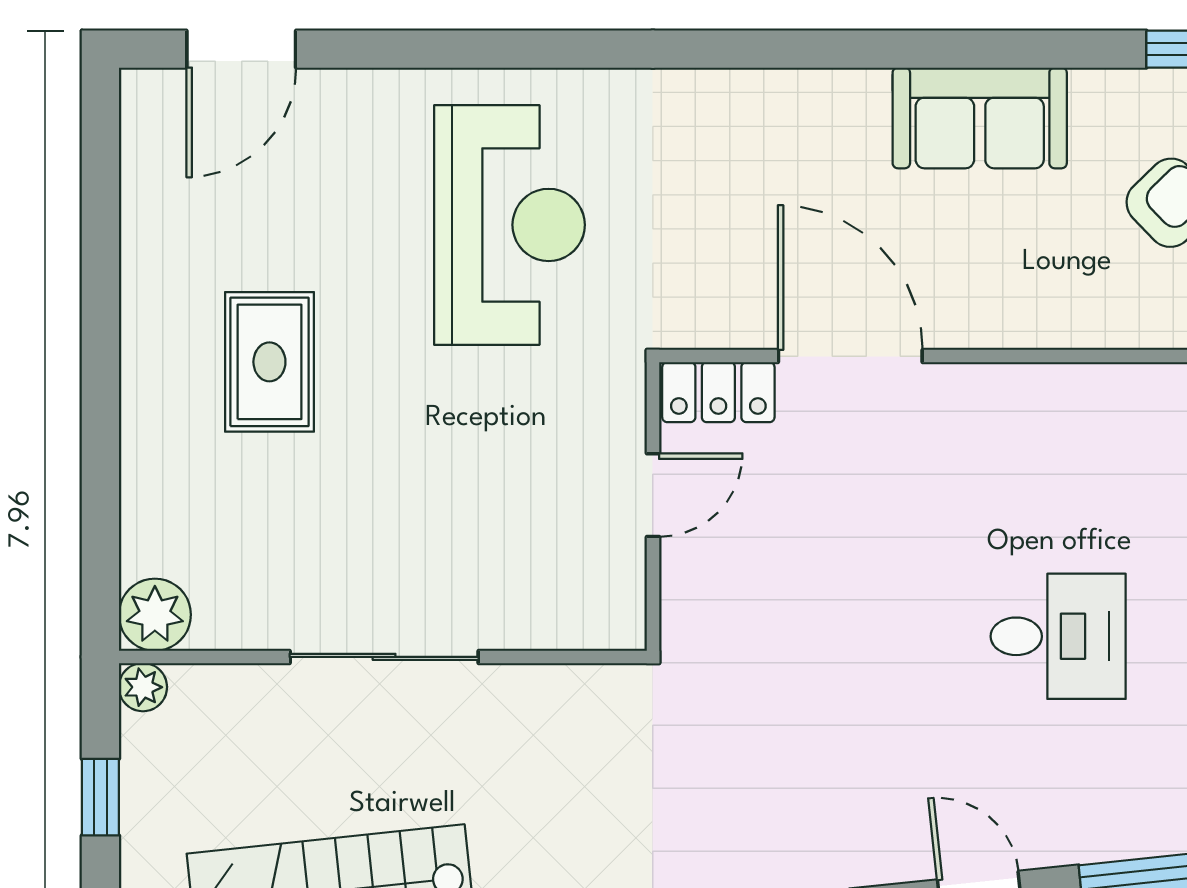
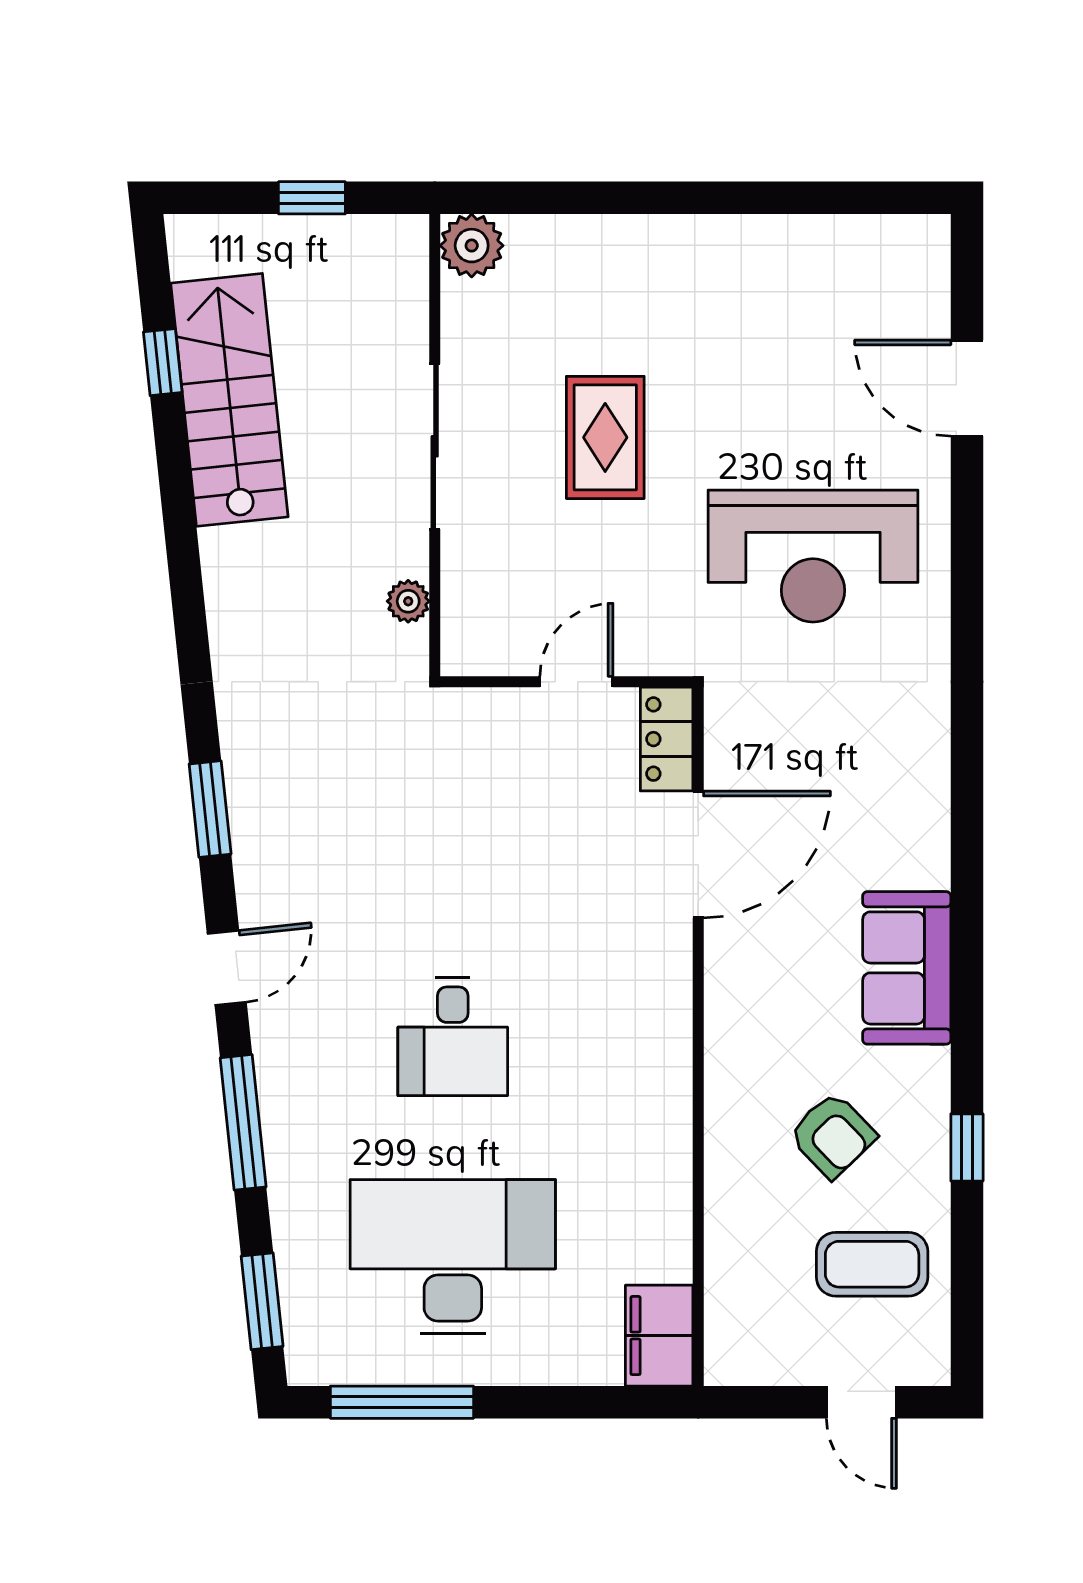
door: (241, 49) -> (967, 388), moved
rug: (269, 362) -> (605, 437), moved, turned 90
door: (653, 495) -> (576, 682), swing flipped
plant: (143, 687) -> (408, 601), moved

